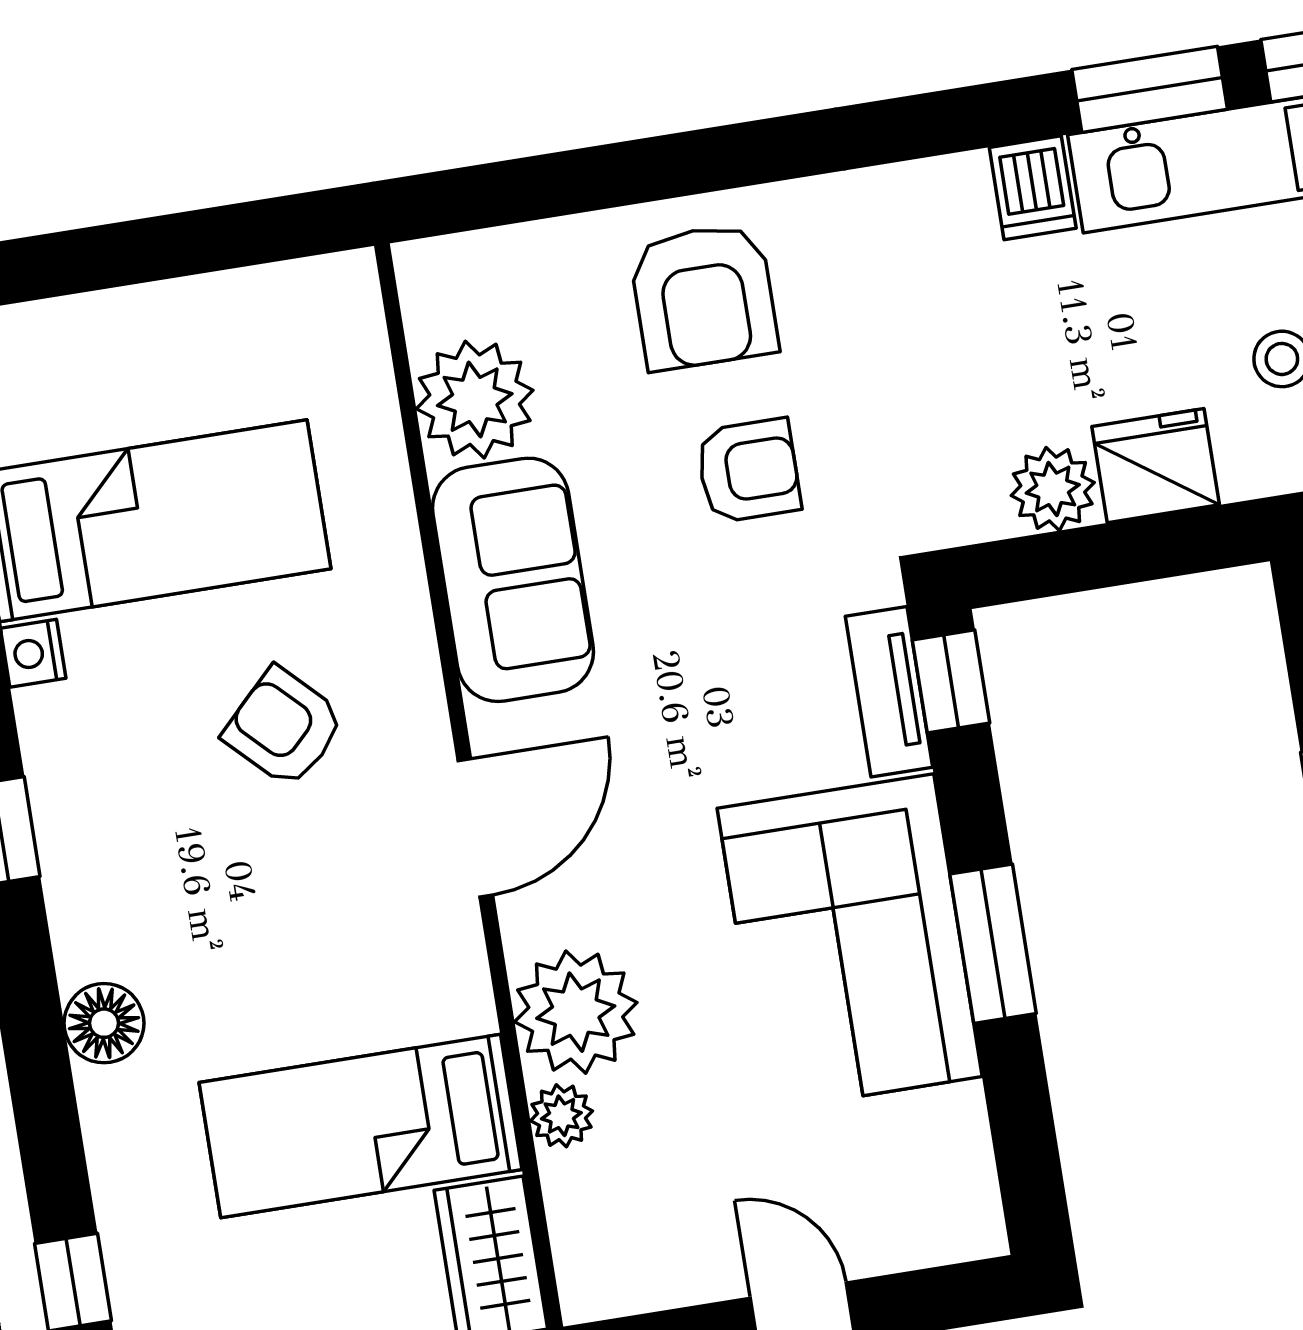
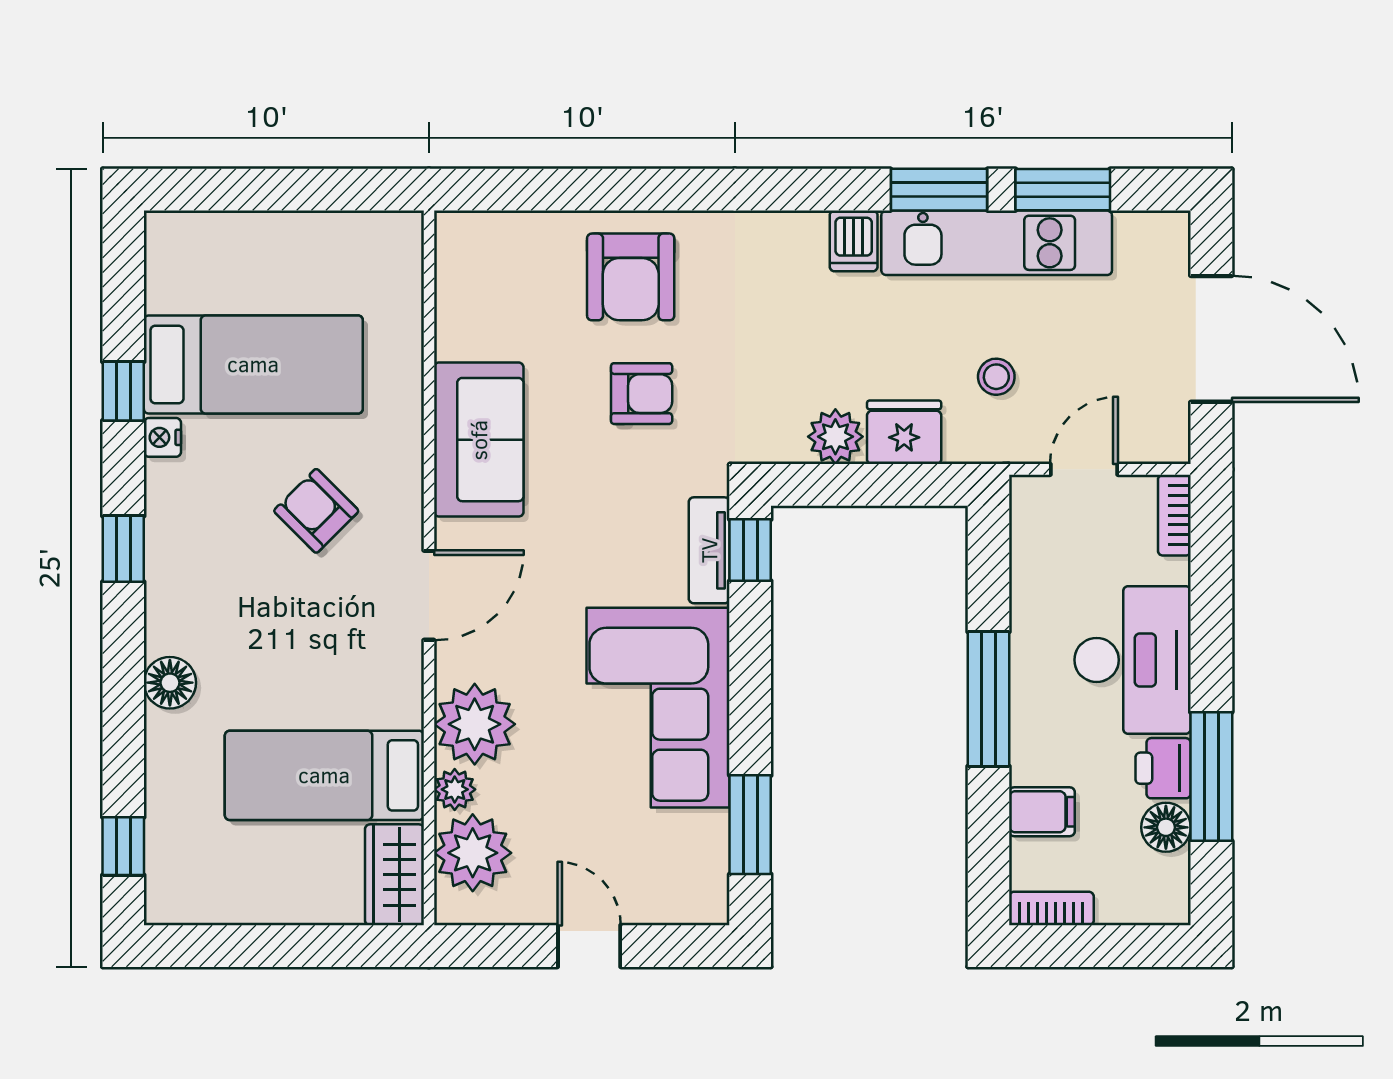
plant: (475, 400) -> (473, 853), moved
window: (993, 944) -> (750, 825), moved

